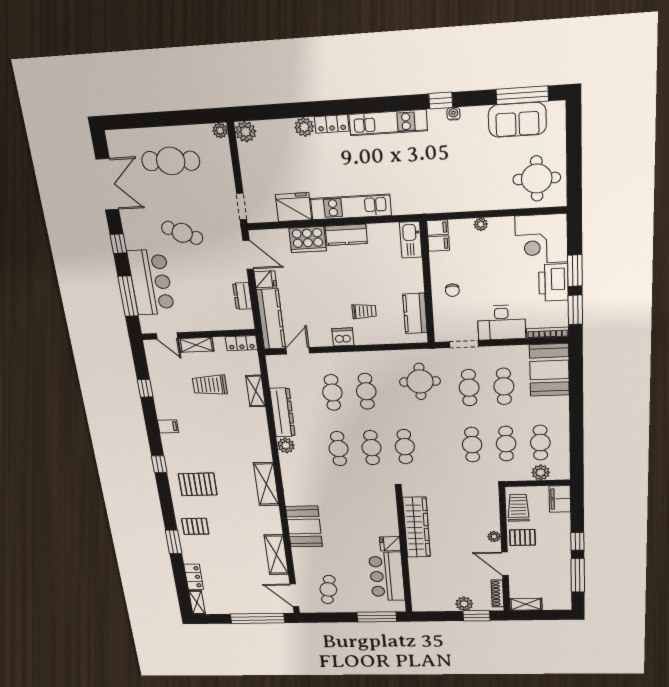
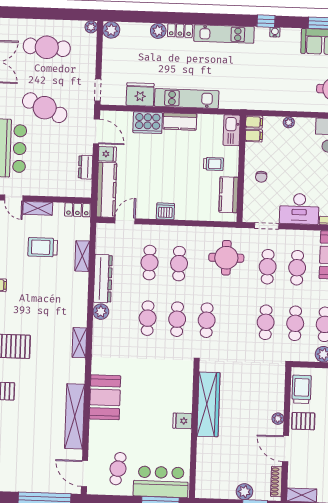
cafe table: (182, 233) -> (45, 108), width x1.37, depth x1.35
trolley: (364, 311) -> (213, 164), moved
shelving: (266, 484) -> (79, 343), width x0.67, depth x0.75
shelving: (276, 555) -> (75, 416), width x1.47
bar counter: (387, 576) -> (161, 482), moved, turned 90

